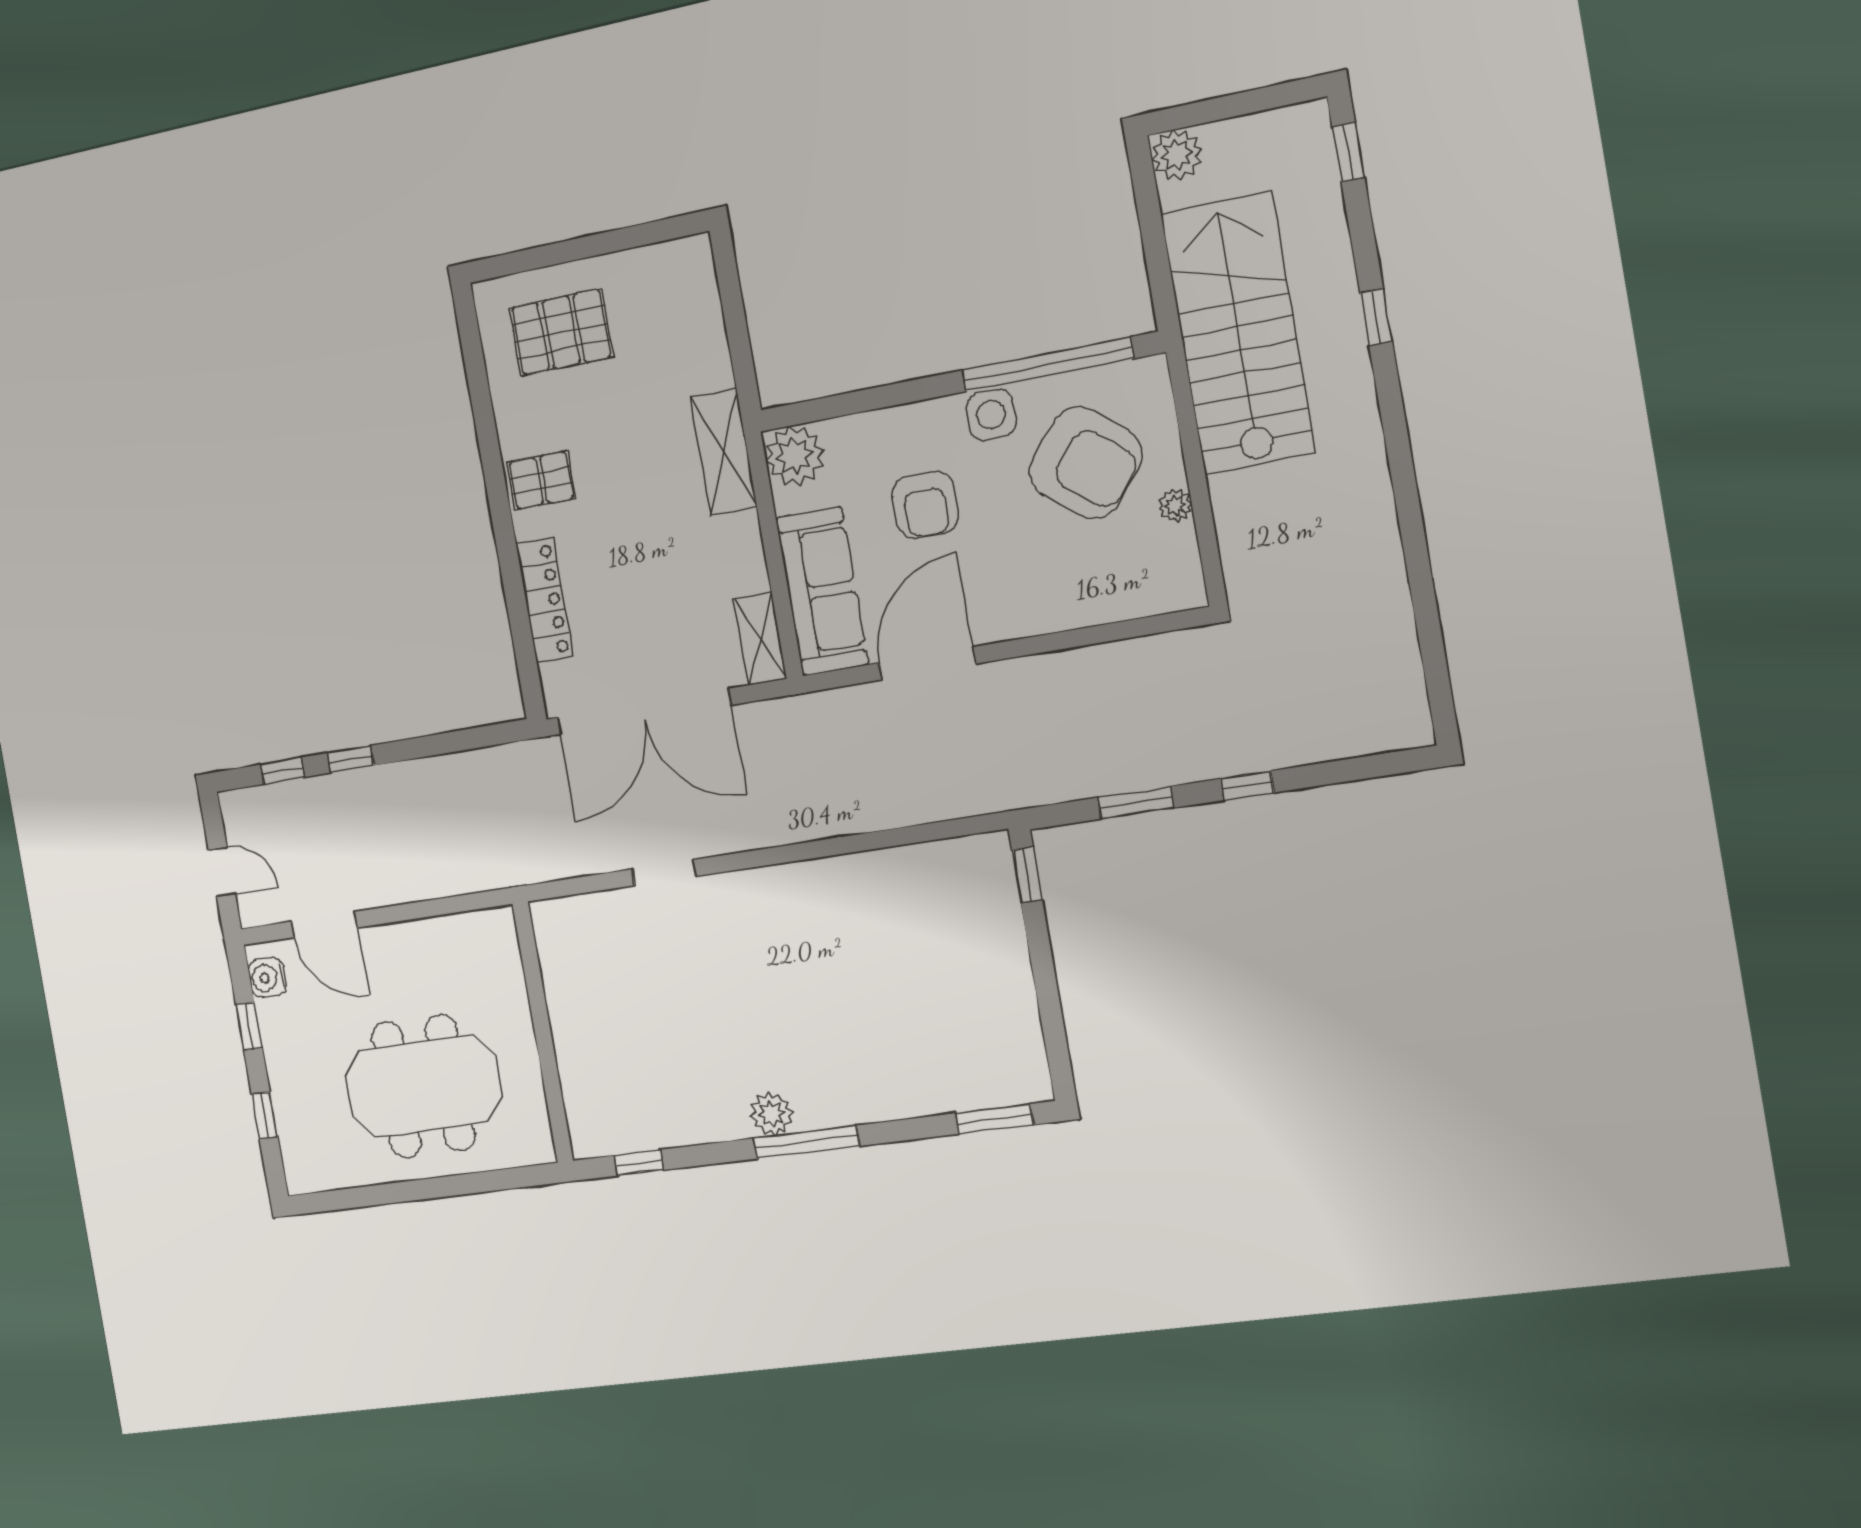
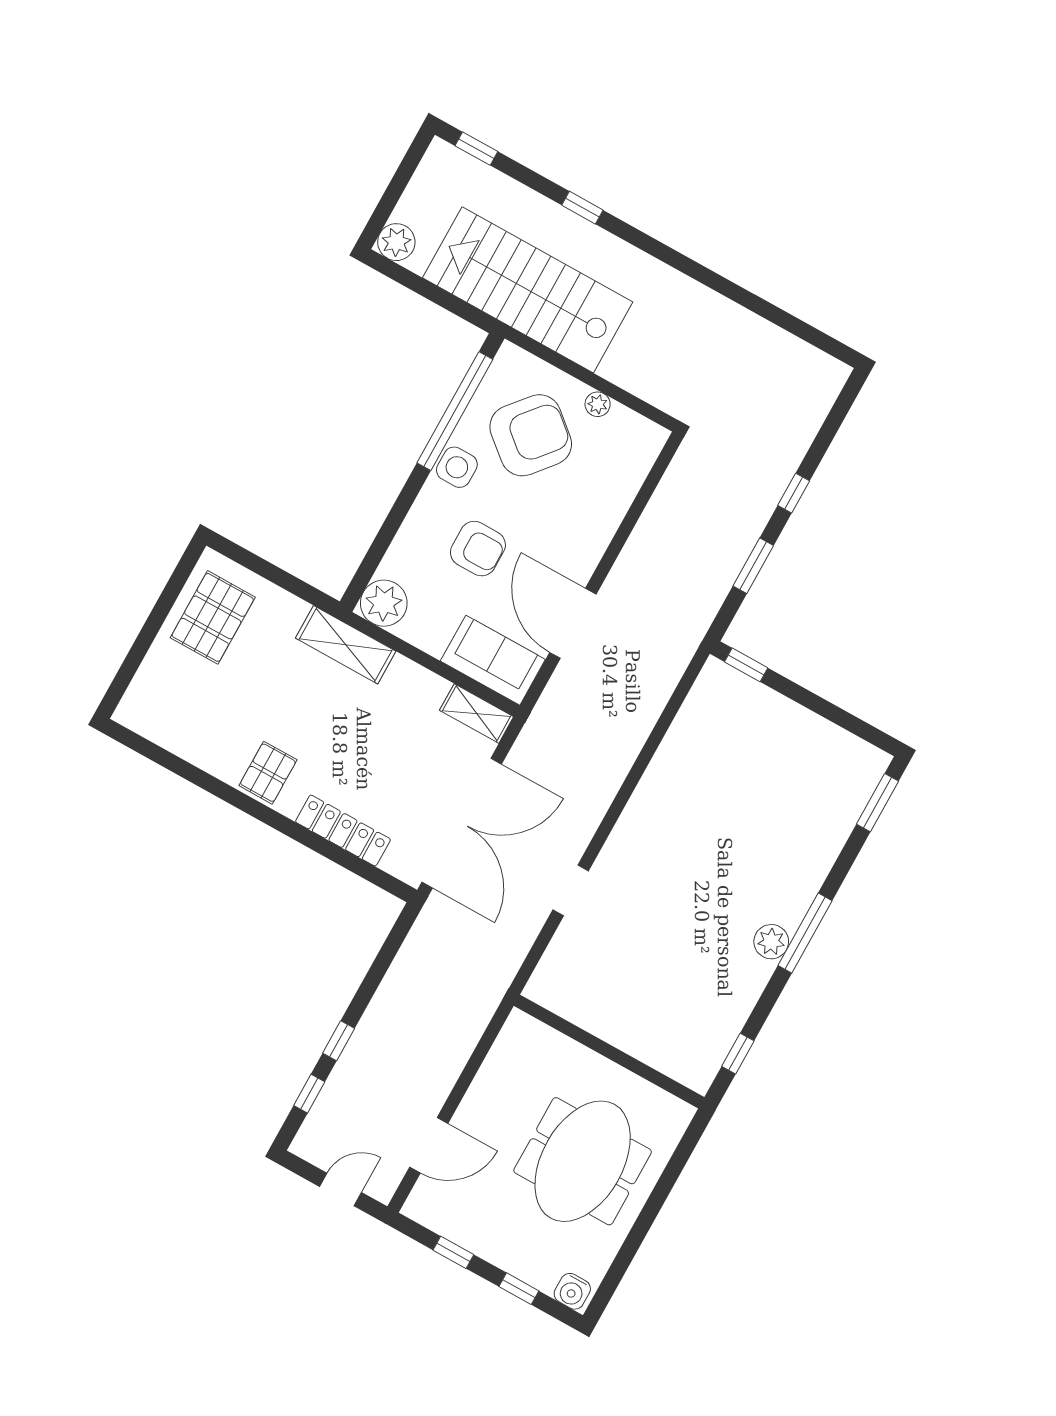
pallet: (561, 332) -> (213, 617), moved
sofa: (822, 591) -> (493, 660), width x0.73
water cooler: (267, 978) -> (572, 1291), moved

